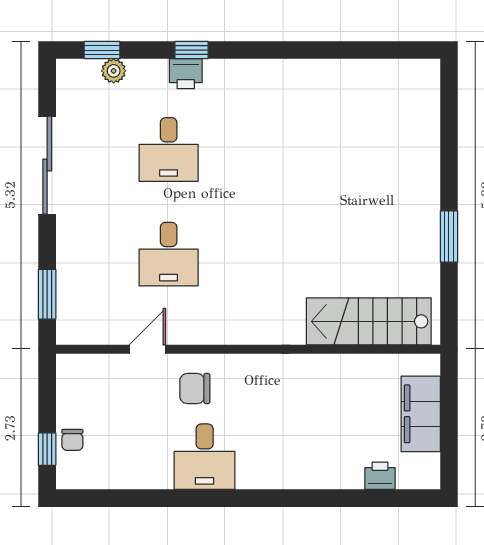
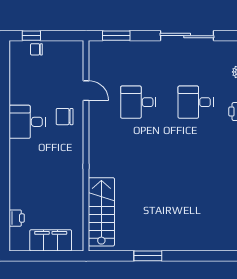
chair: (195, 389) -> (65, 117), turned -90

